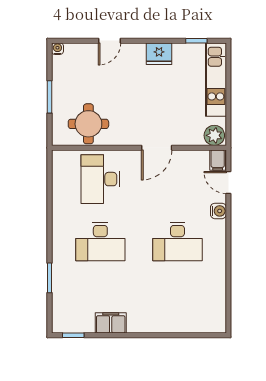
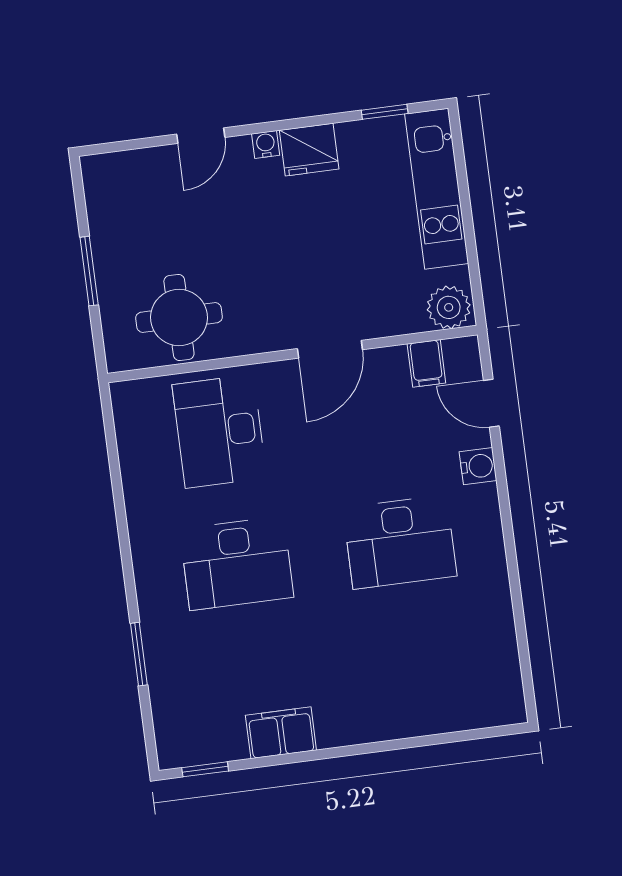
water cooler: (57, 49) -> (266, 144), moved
filing cabinet: (218, 160) -> (426, 363), moved

